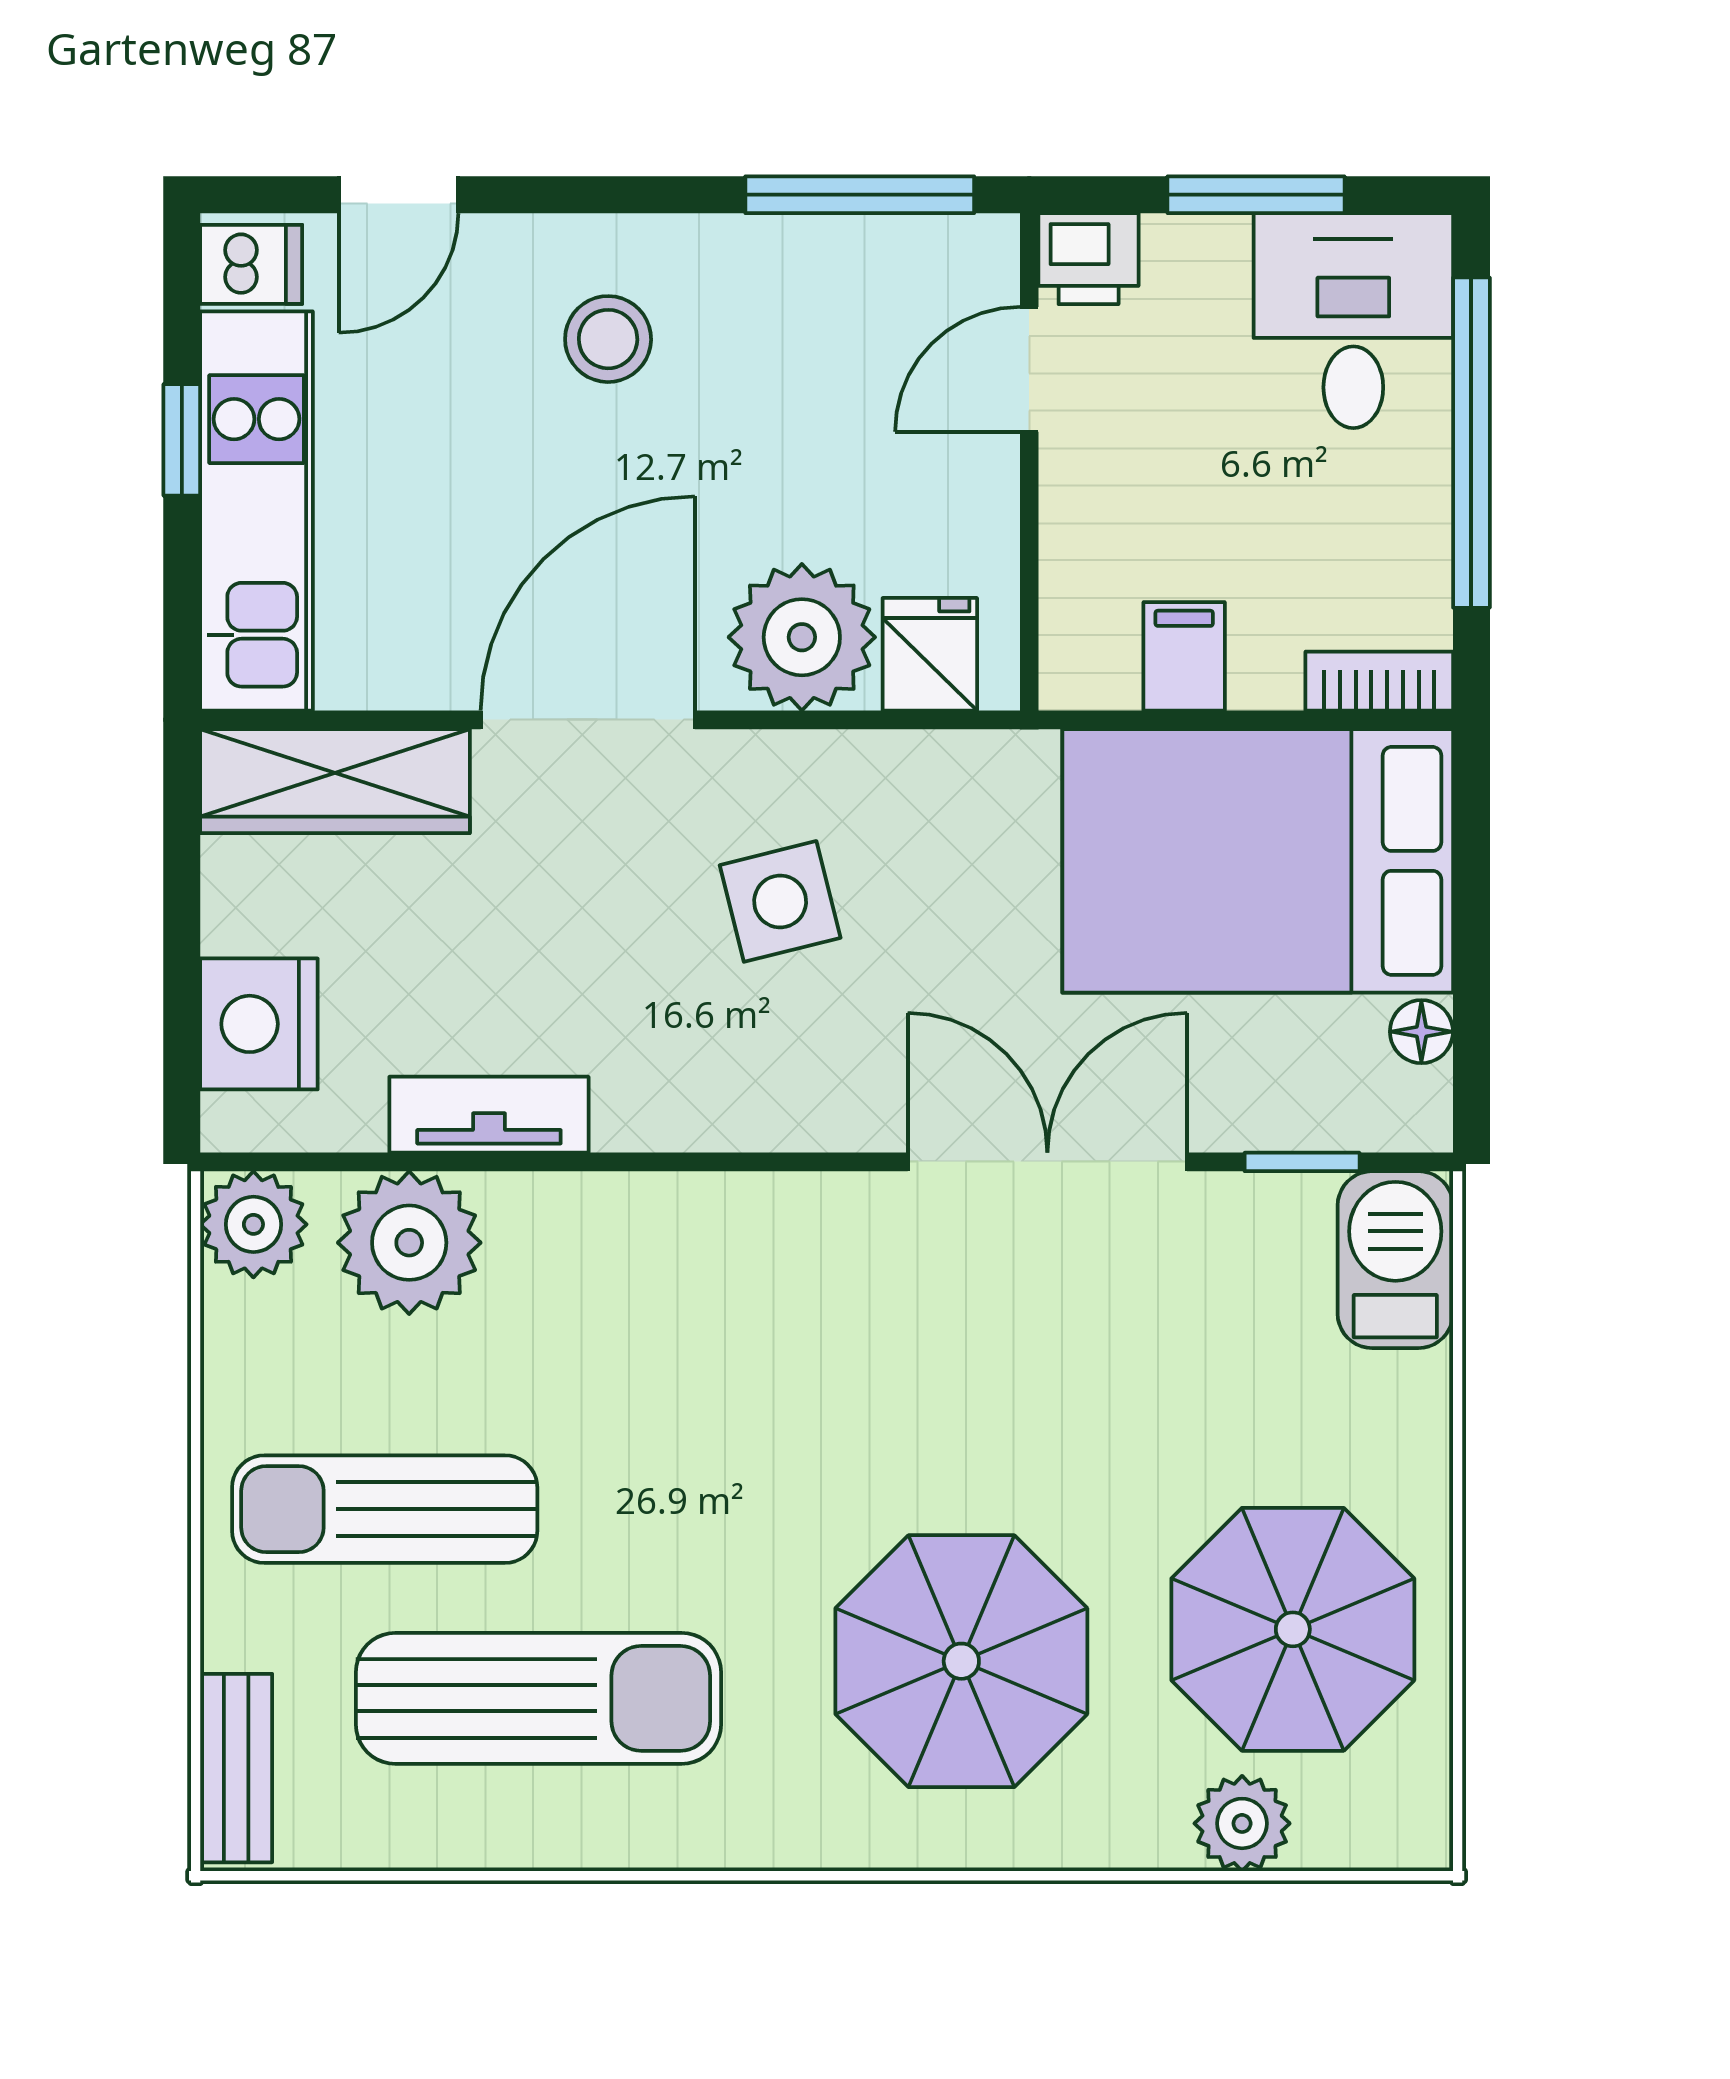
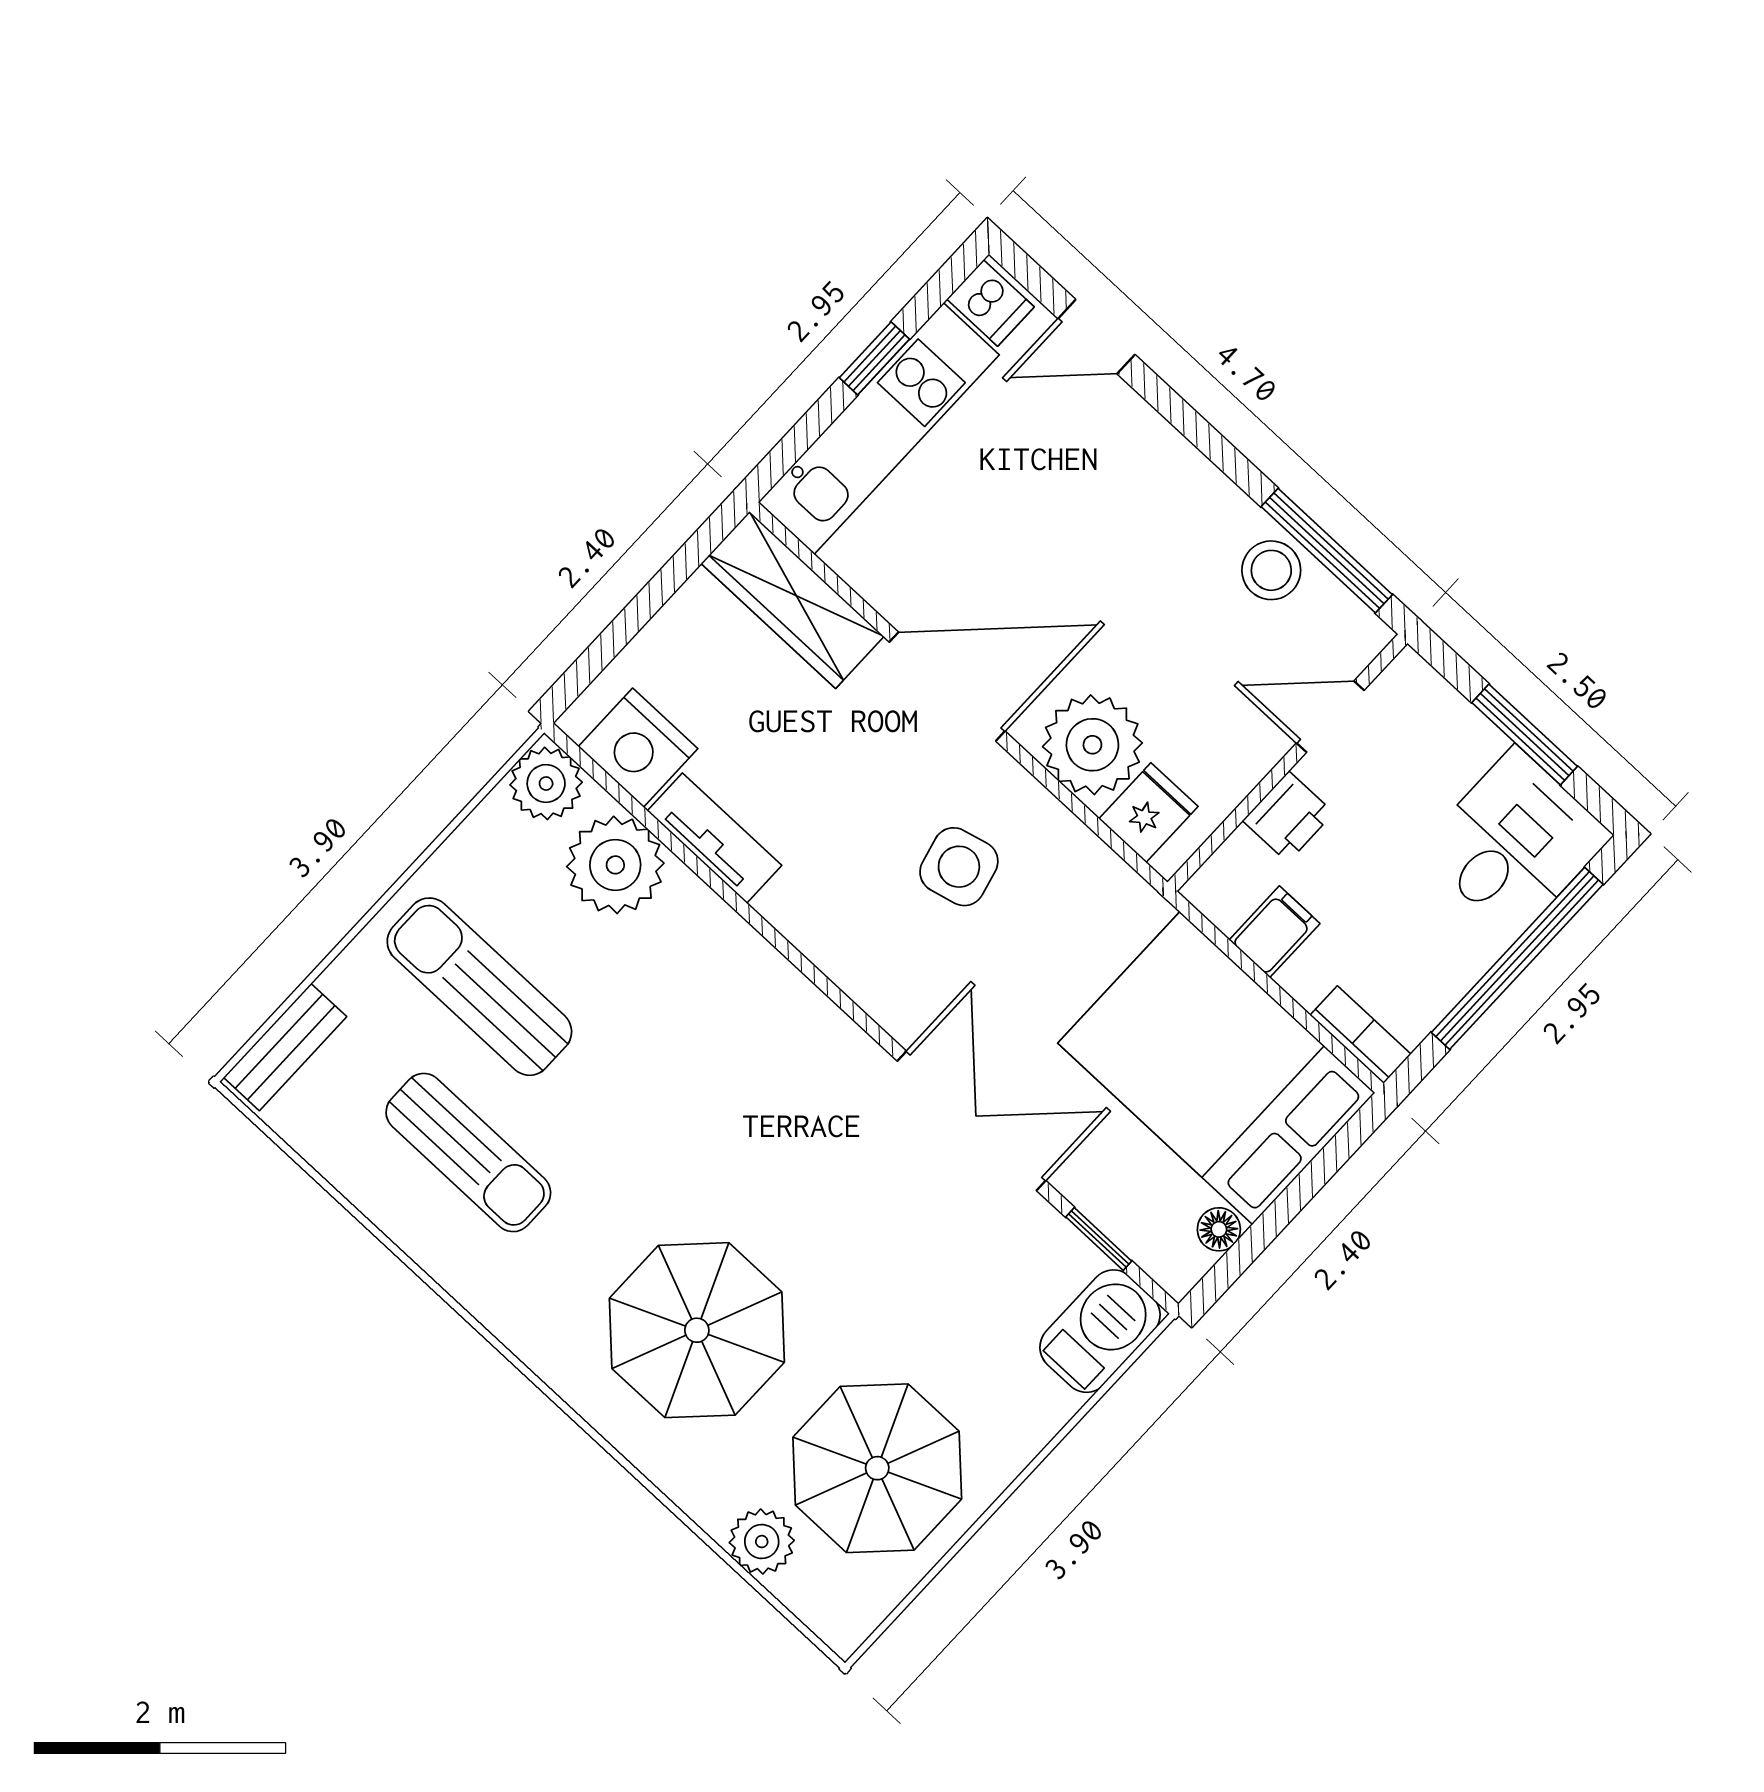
printer: (1089, 259) -> (1288, 817), moved, turned -90
stool: (608, 339) -> (1271, 570), moved
nightstand: (259, 1024) -> (638, 748), moved, turned -90
sun lounger: (538, 1698) -> (468, 1153), width x0.73, depth x0.75

